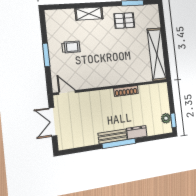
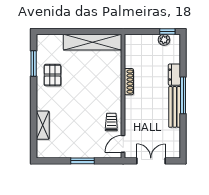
shelving: (89, 14) -> (43, 125), moved
trolley: (71, 47) -> (111, 122), moved
double door: (53, 122) -> (151, 161), swing flipped
bench: (113, 136) -> (175, 107), width x1.36

